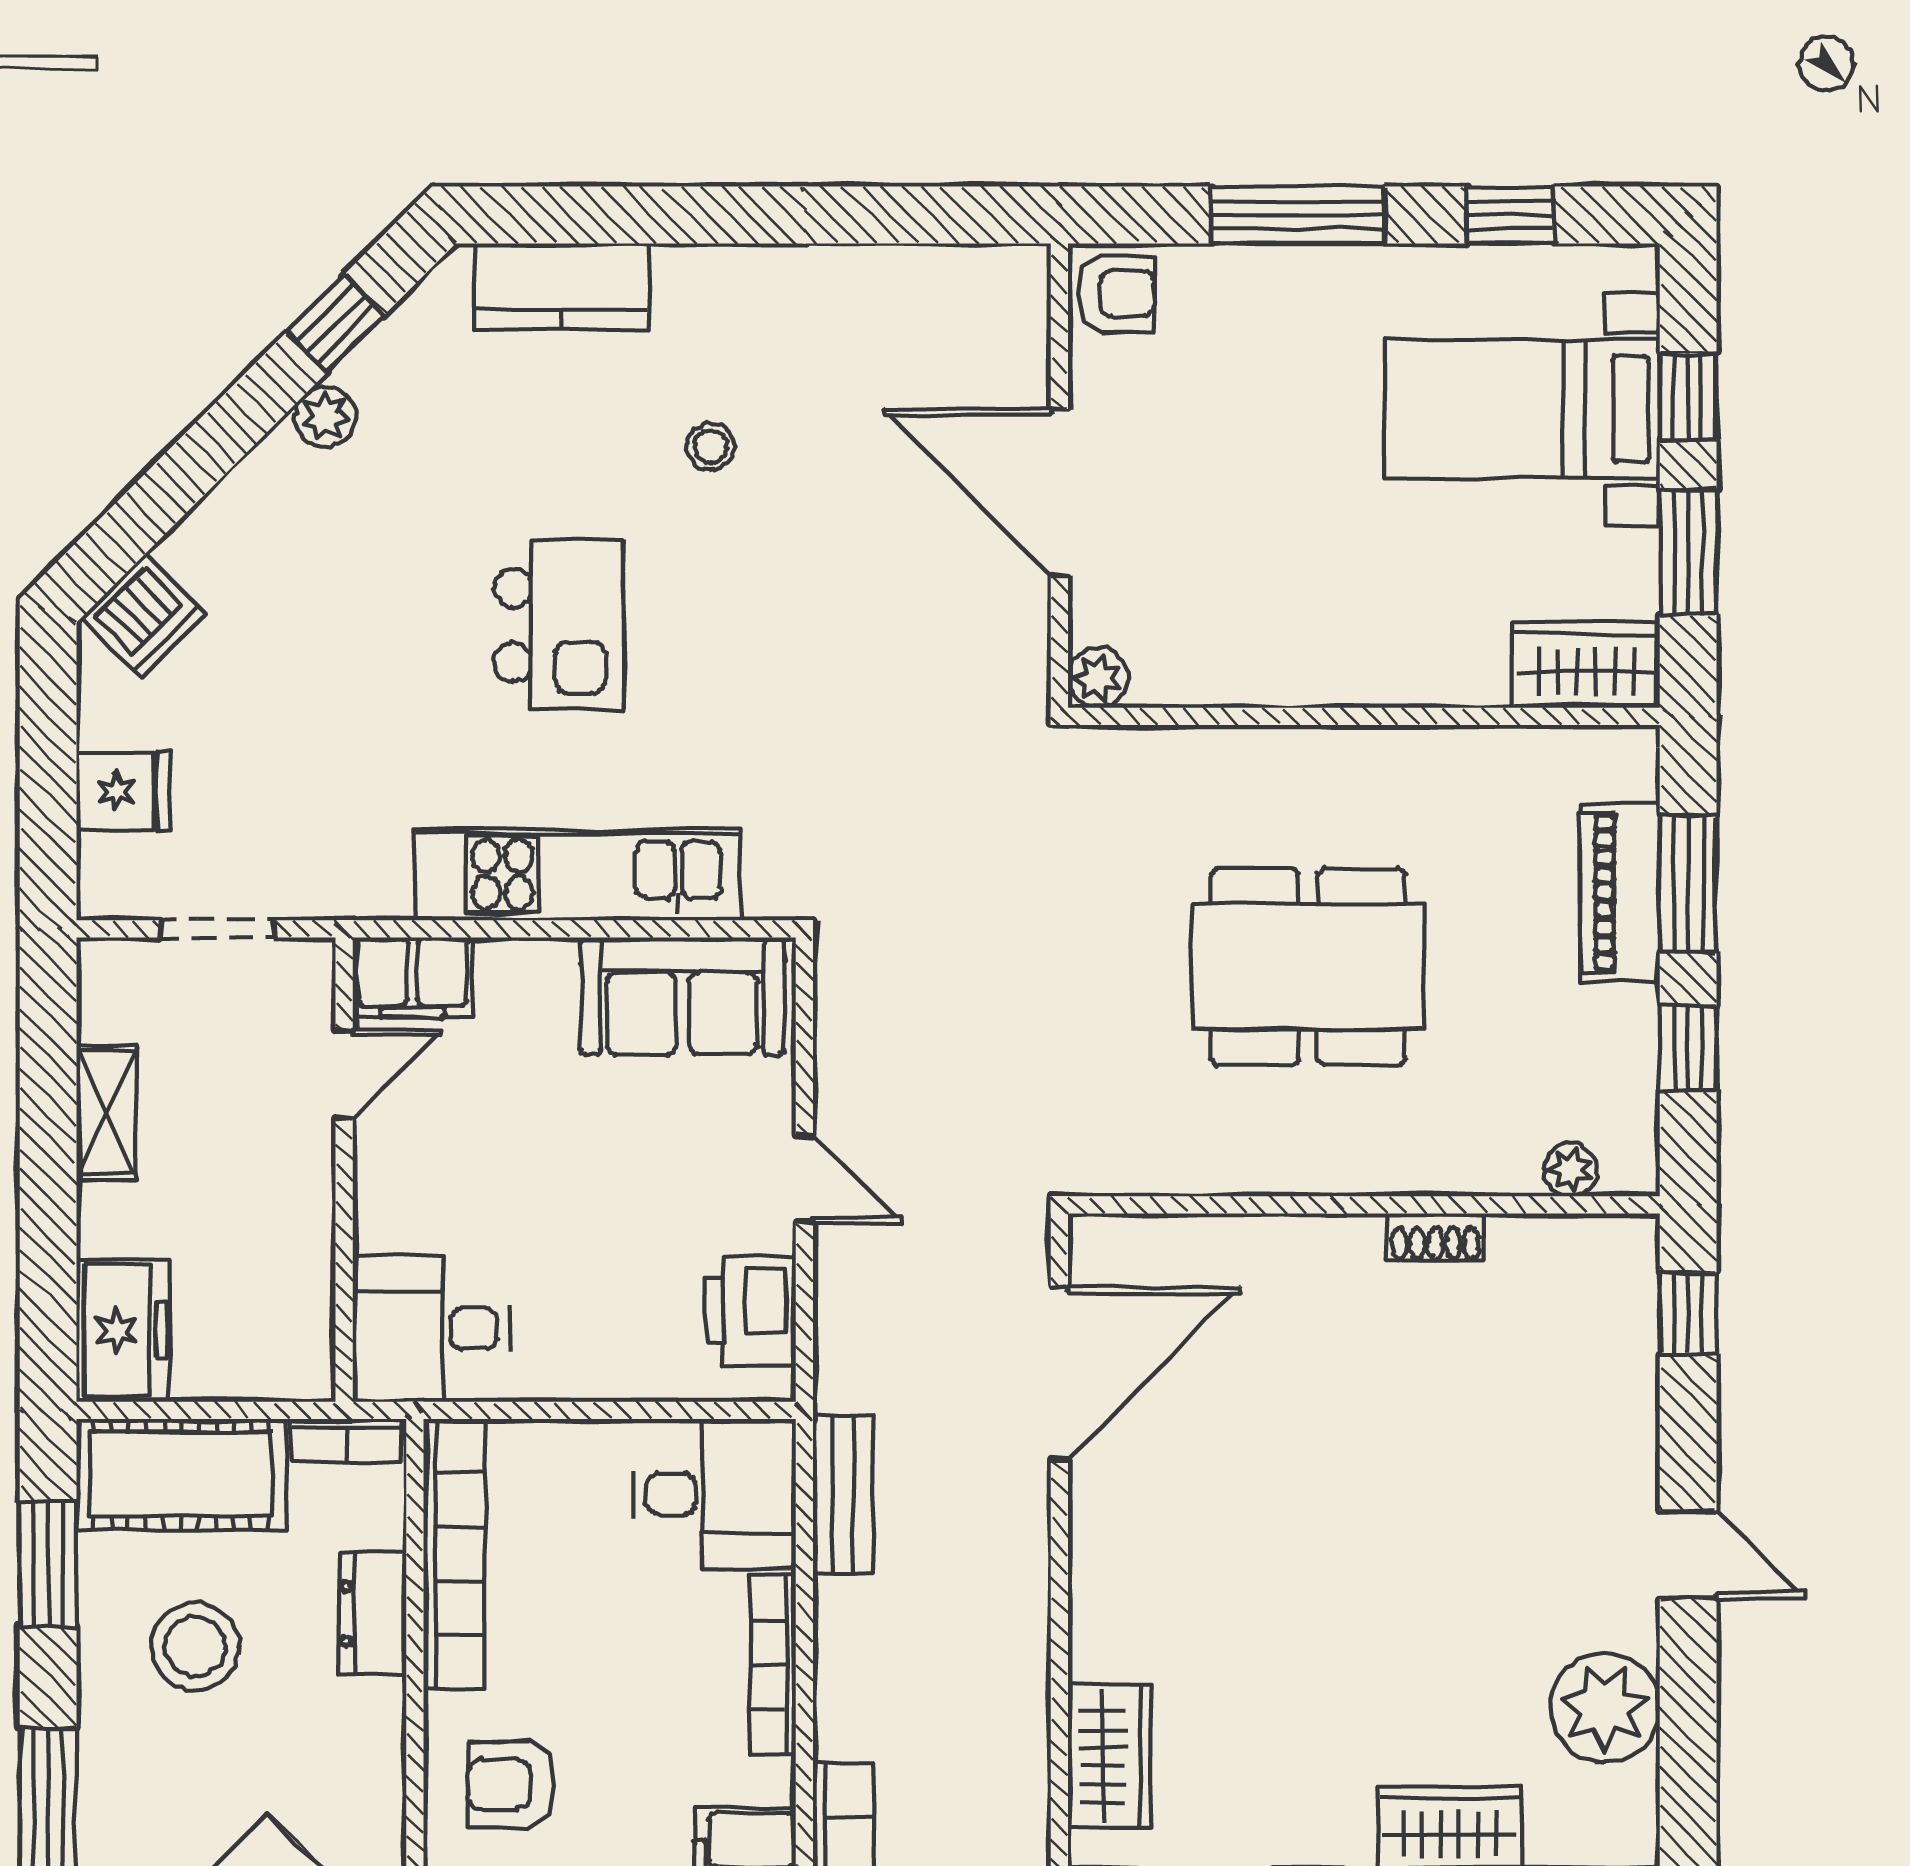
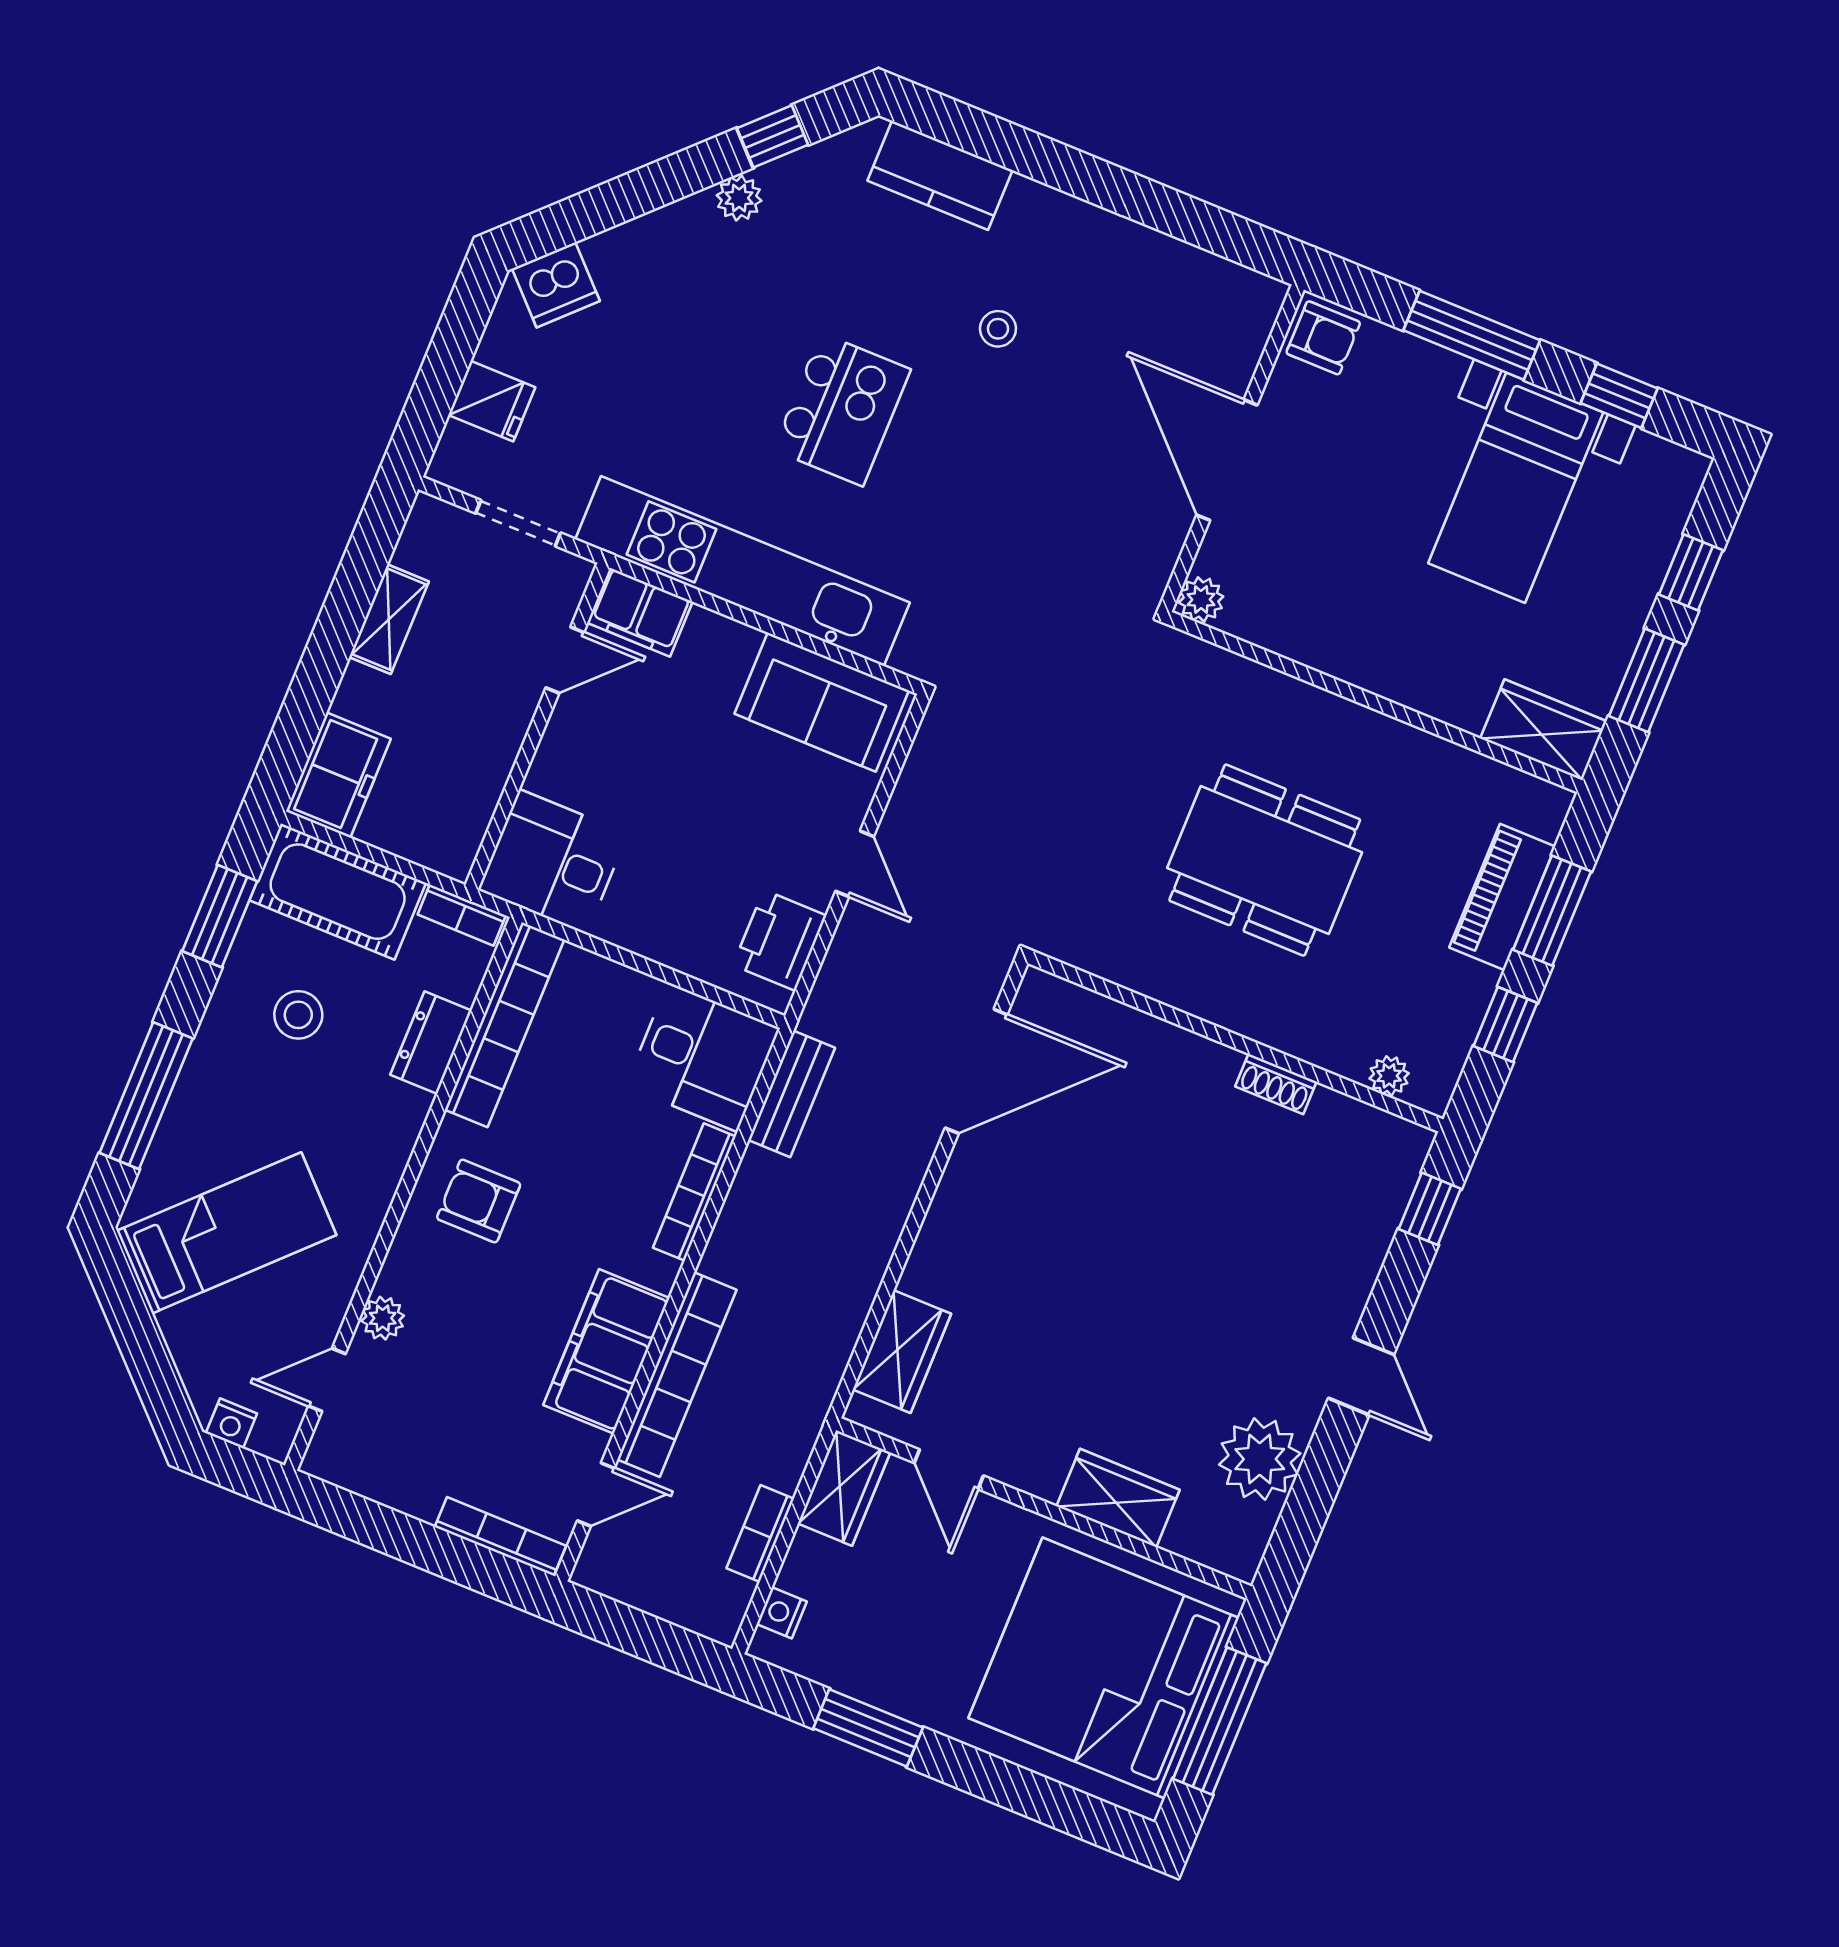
bed with nightstands: (1522, 409) -> (1516, 488), moved, turned -90
kitchen unit: (577, 874) -> (742, 571), width x1.36
stool: (195, 1646) -> (298, 1015), width x0.73, depth x0.73

